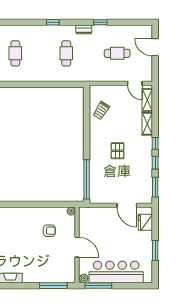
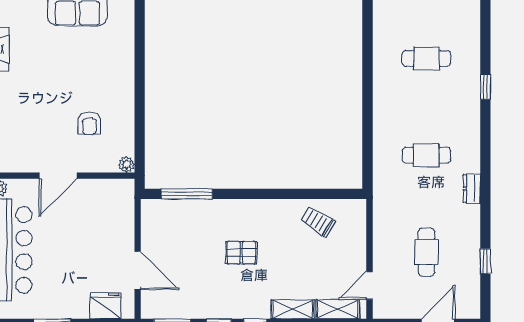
window: (53, 22) -> (485, 87), moved
window: (100, 22) -> (485, 261), moved
window: (87, 179) -> (187, 194), width x0.68
door: (127, 205) -> (138, 270), swing flipped

